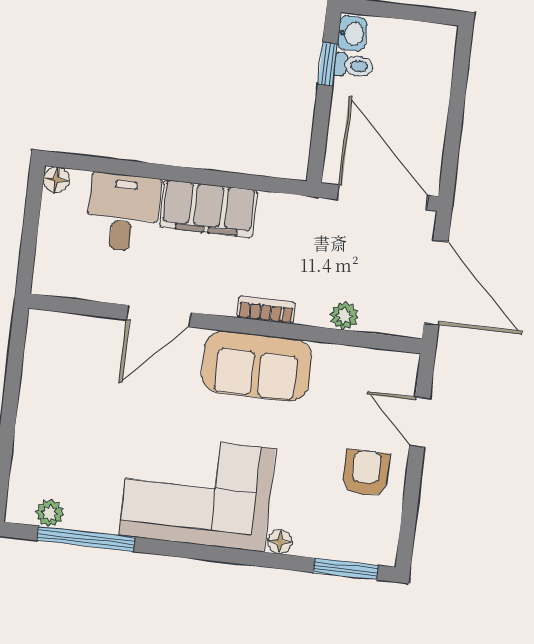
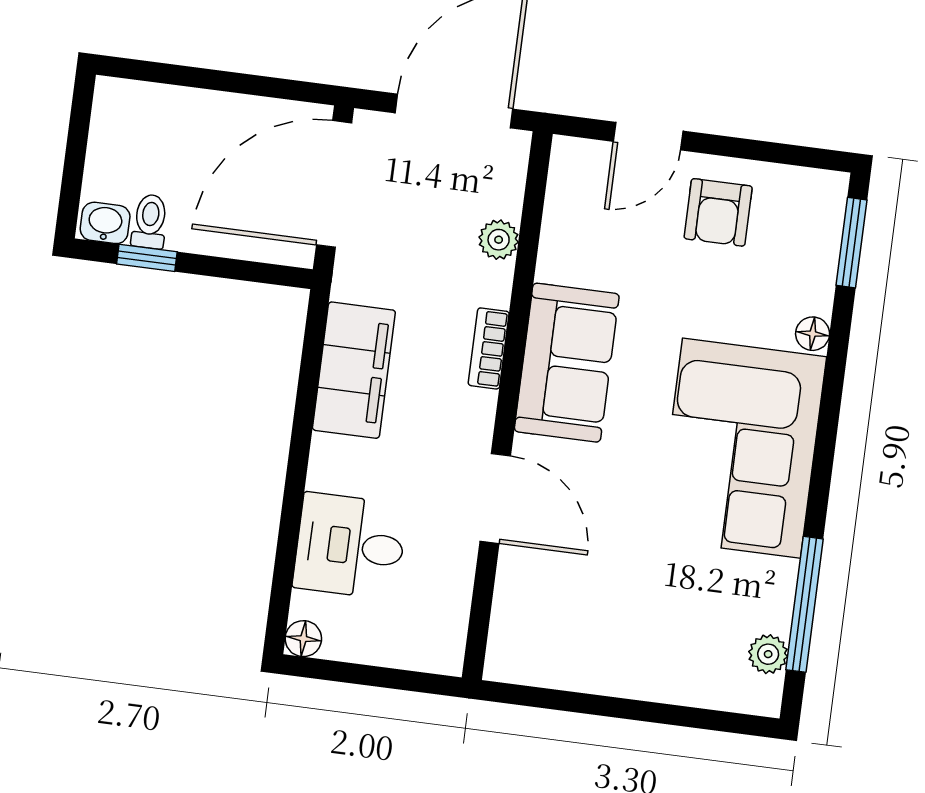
filing cabinet: (208, 209) -> (354, 370), moved
armchair: (366, 473) -> (718, 212), turned -90

